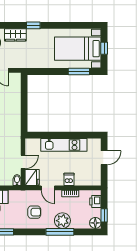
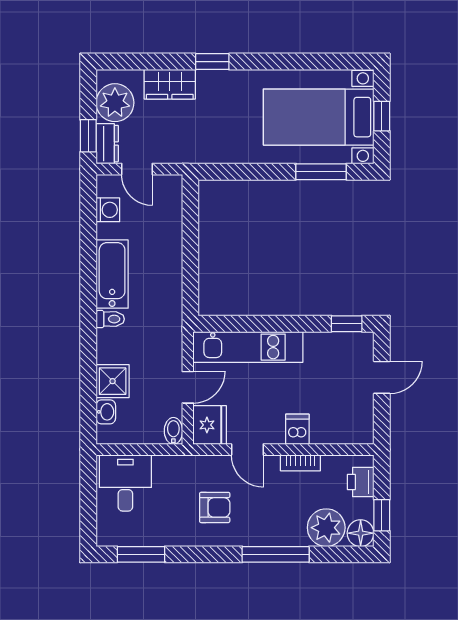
window: (89, 135) -> (347, 324), added
kitchen unit: (64, 145) -> (248, 347), moved
plant: (62, 221) -> (326, 528), moved

